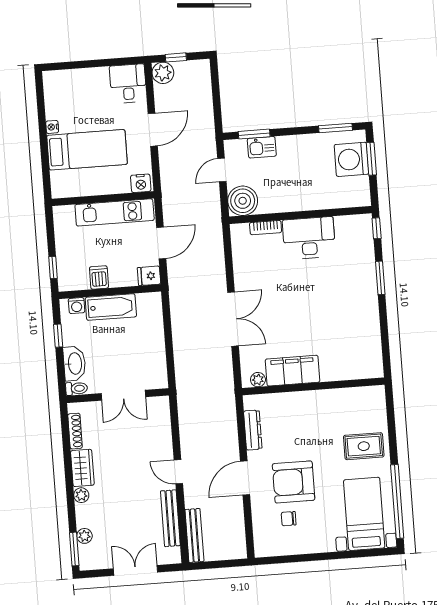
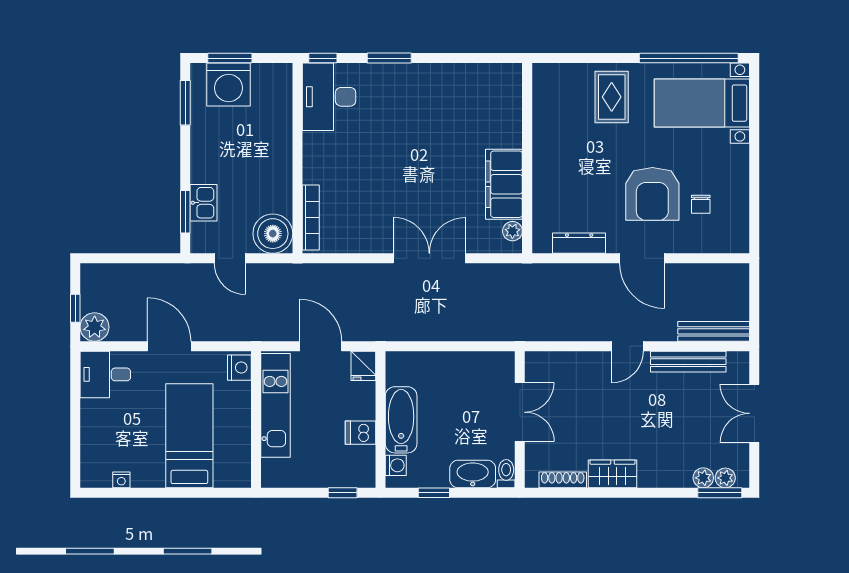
nightstand: (52, 127) -> (121, 480), moved
bookcase: (266, 228) -> (311, 218), width x1.56
desk: (309, 238) -> (329, 97), moved
plant: (81, 495) -> (725, 478), moved

